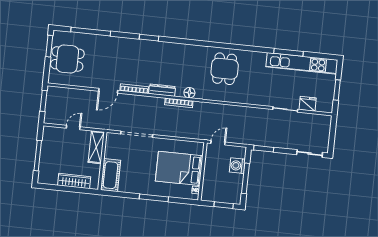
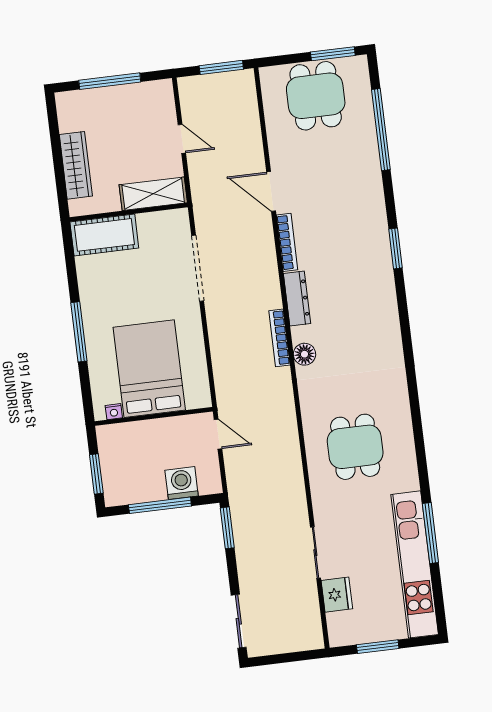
dining table: (225, 69) -> (355, 447), moved, turned 90

